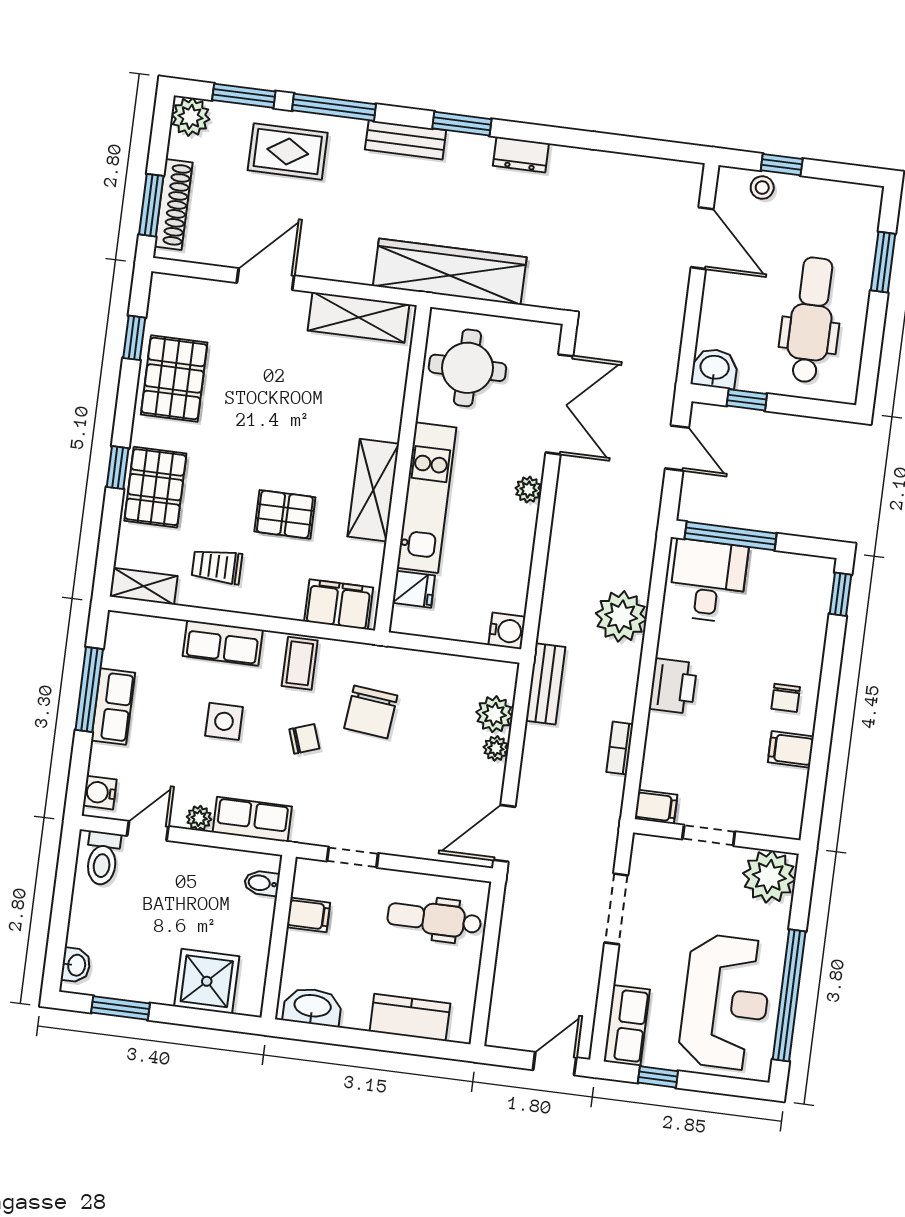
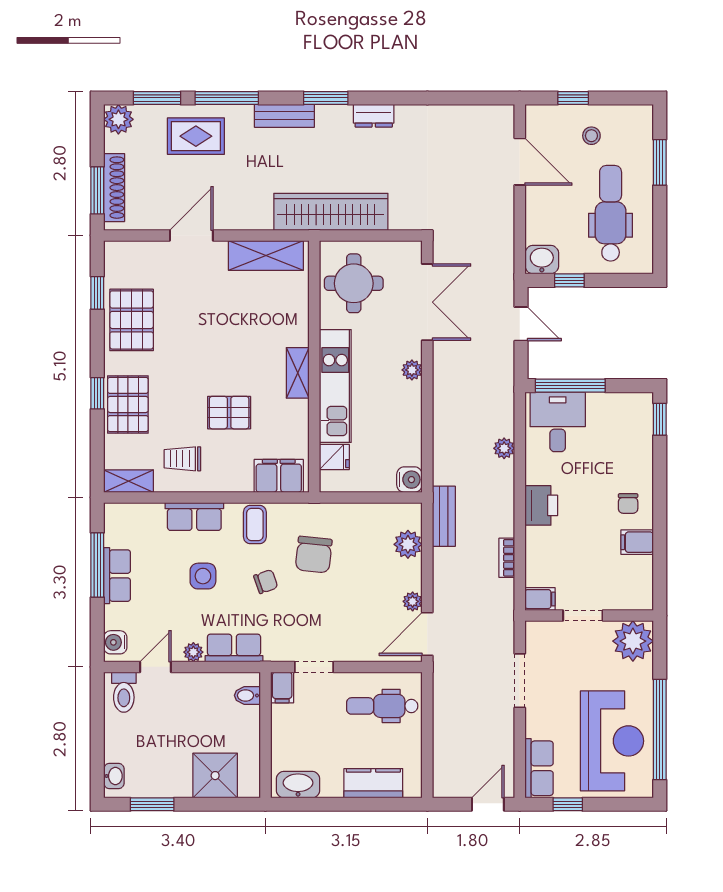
stool: (762, 188) -> (591, 136), moved
shelving: (373, 490) -> (298, 373), width x0.67, depth x0.75
plant: (621, 616) -> (504, 448), width x0.53, depth x0.53
plant: (496, 748) -> (413, 601), moved
filing cabinet: (308, 915) -> (282, 687), moved, turned 90

